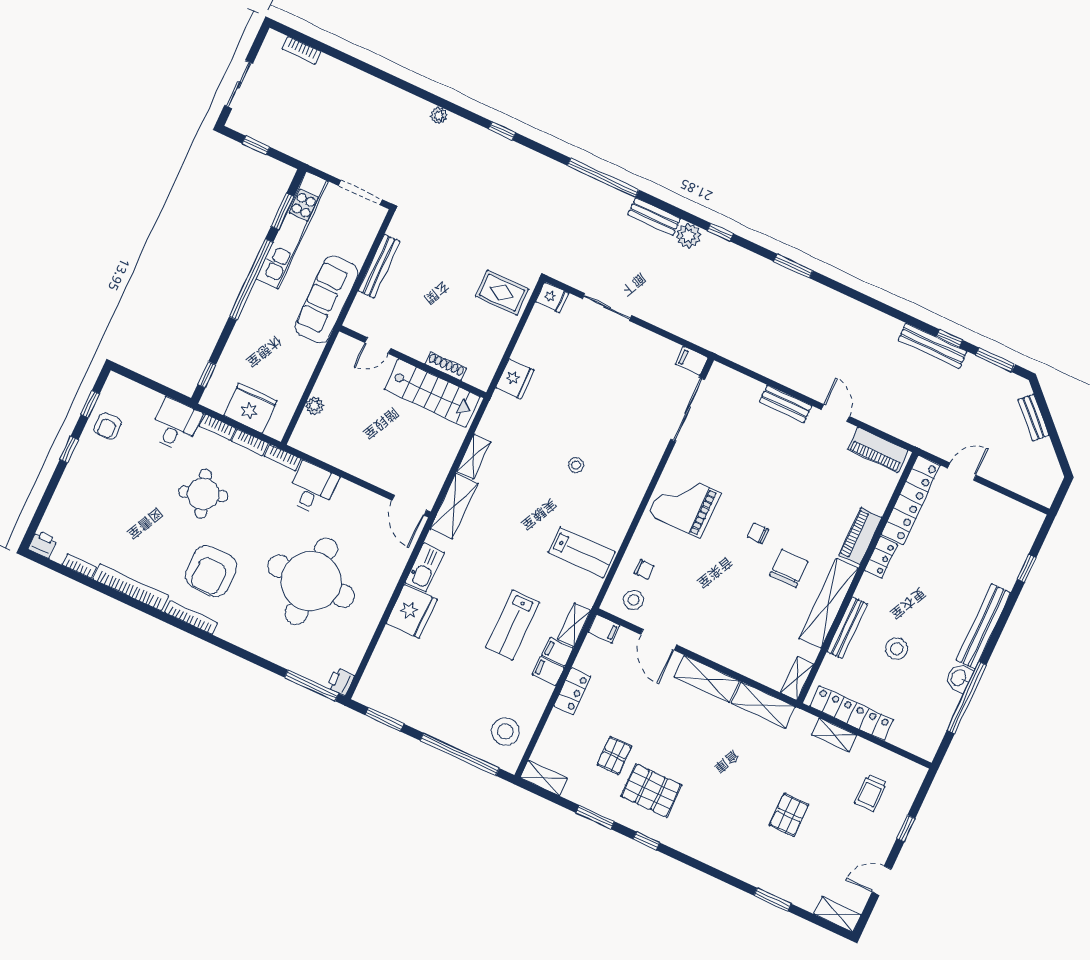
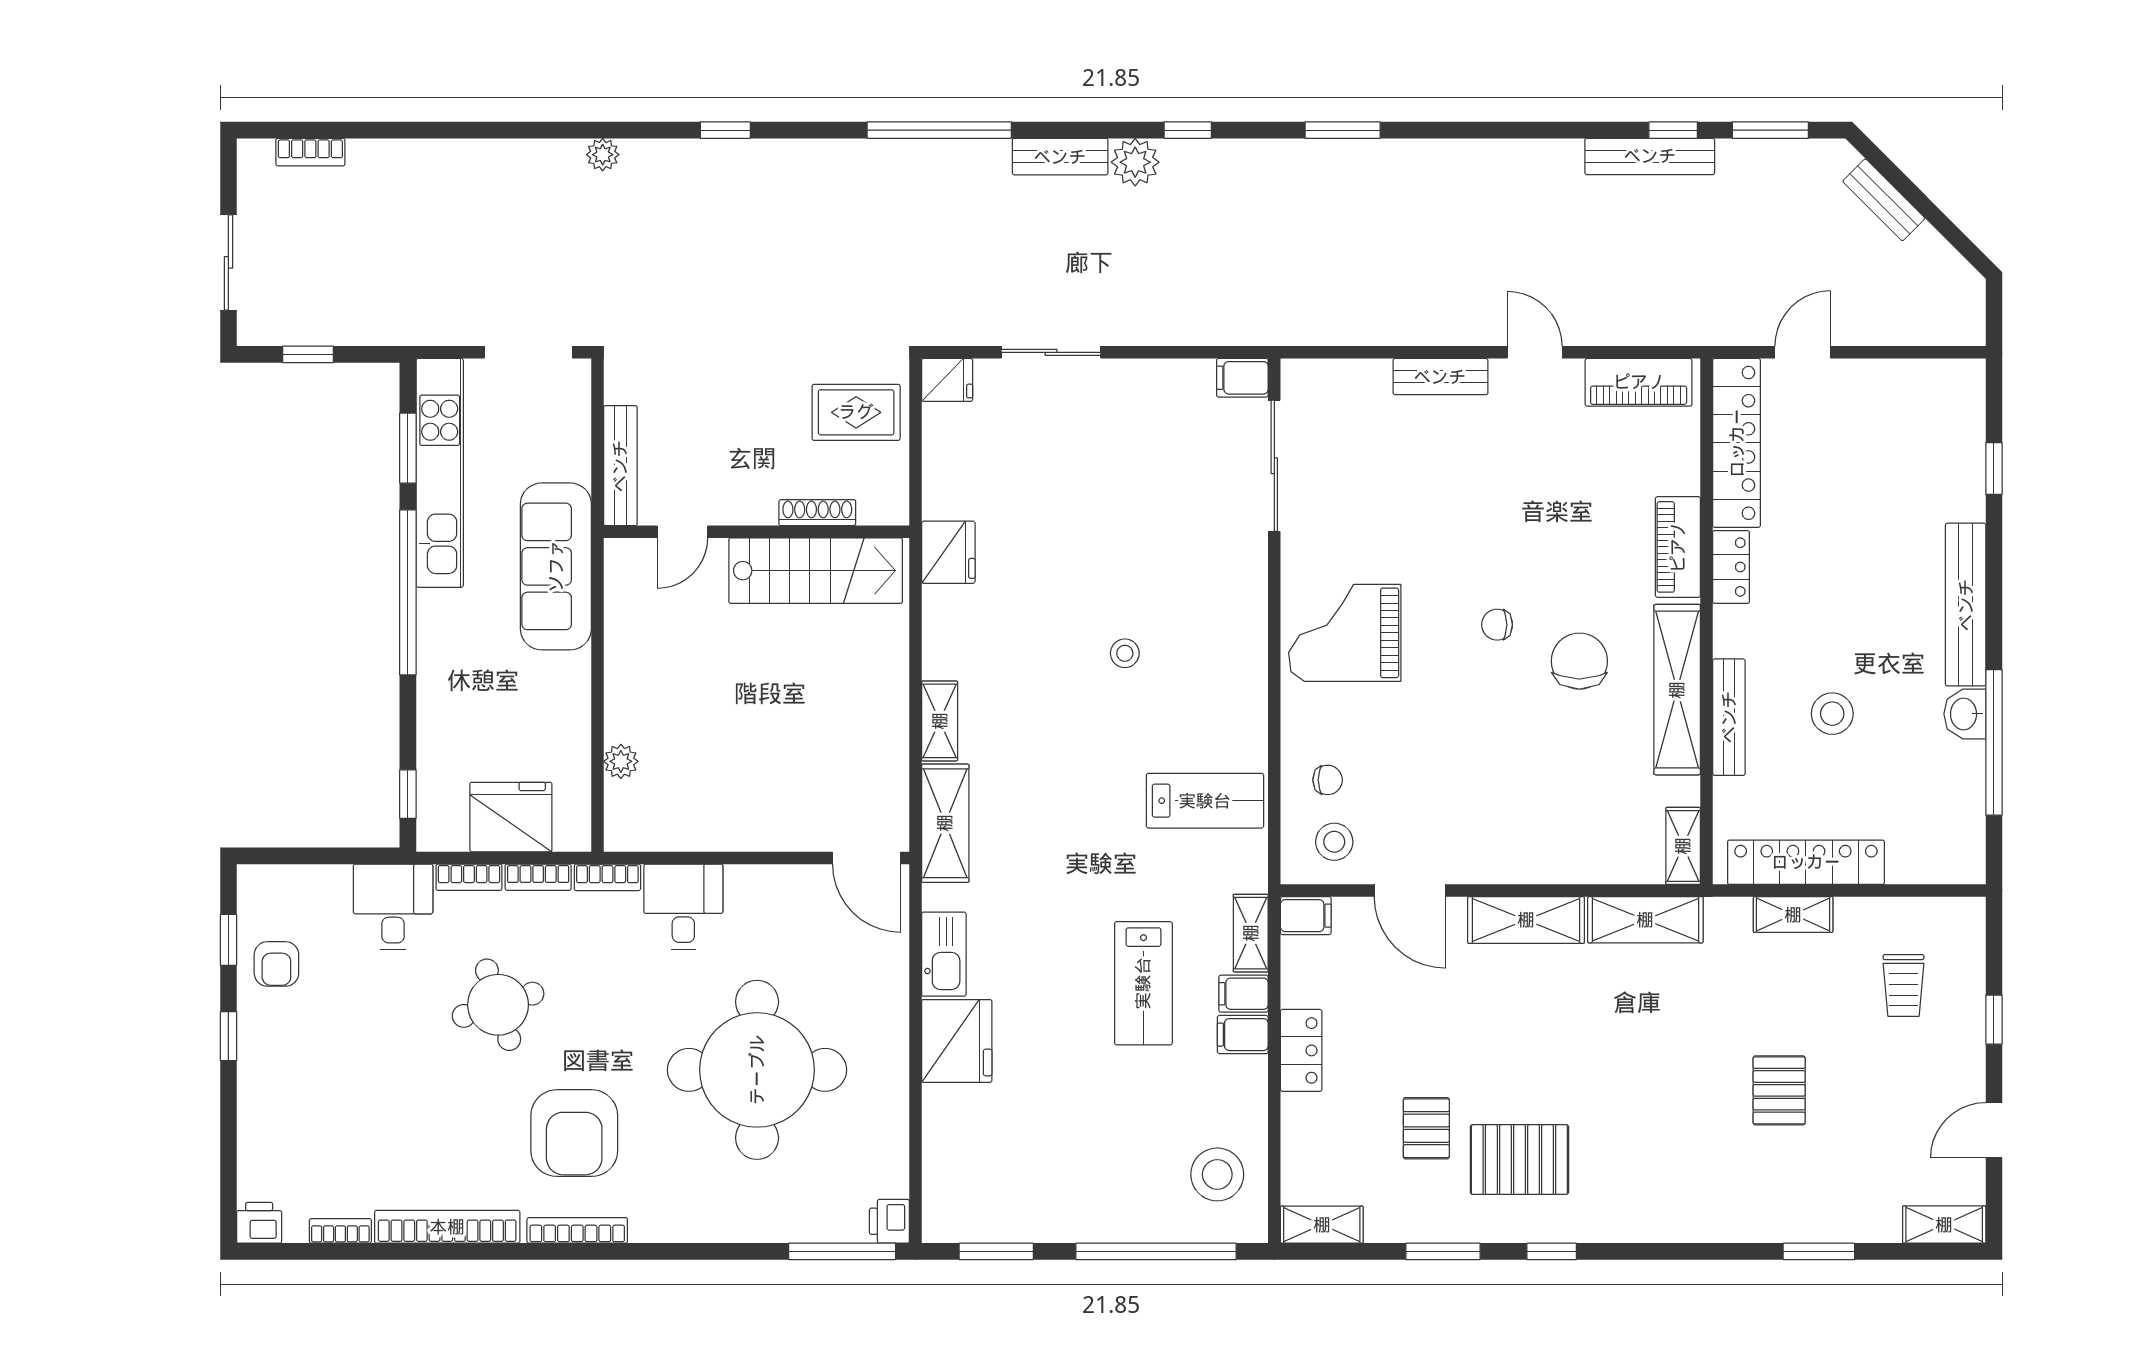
door: (378, 346) -> (682, 532), moved
wall: (413, 362) -> (756, 532), moved
shoe rack: (446, 366) -> (817, 513), moved
stairs: (432, 393) -> (816, 571), moved

